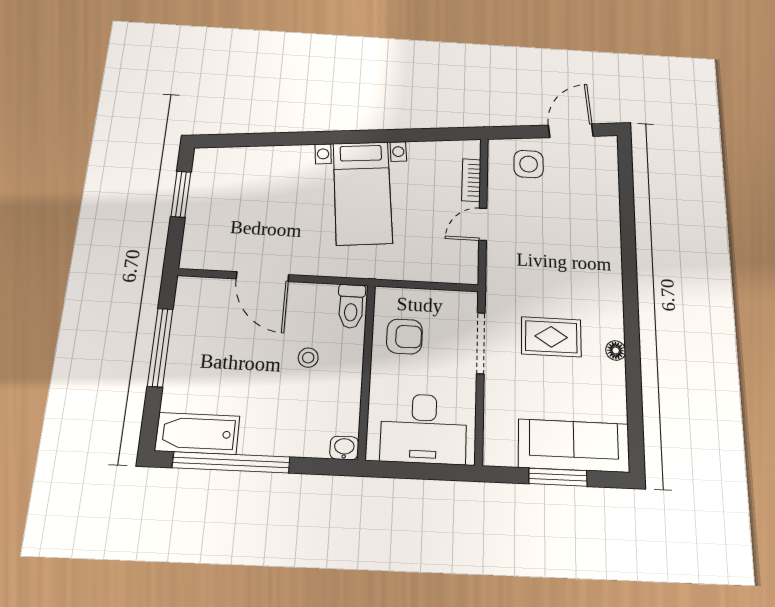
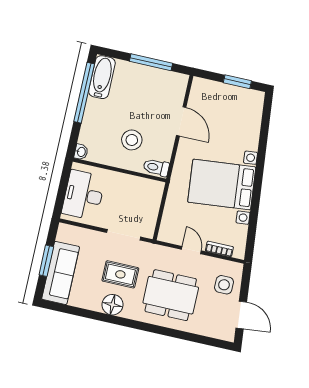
bed with nightstands: (362, 193) -> (222, 185), width x1.36
dining table: (566, 246) -> (171, 295), added
door: (262, 277) -> (181, 121), swing flipped
armchair: (404, 336) -> (134, 194), removed
rug: (551, 337) -> (120, 274), turned 90
floor lamp: (616, 350) -> (113, 305), width x1.89, depth x1.89
stool: (308, 358) -> (132, 140), width x1.89, depth x1.89

